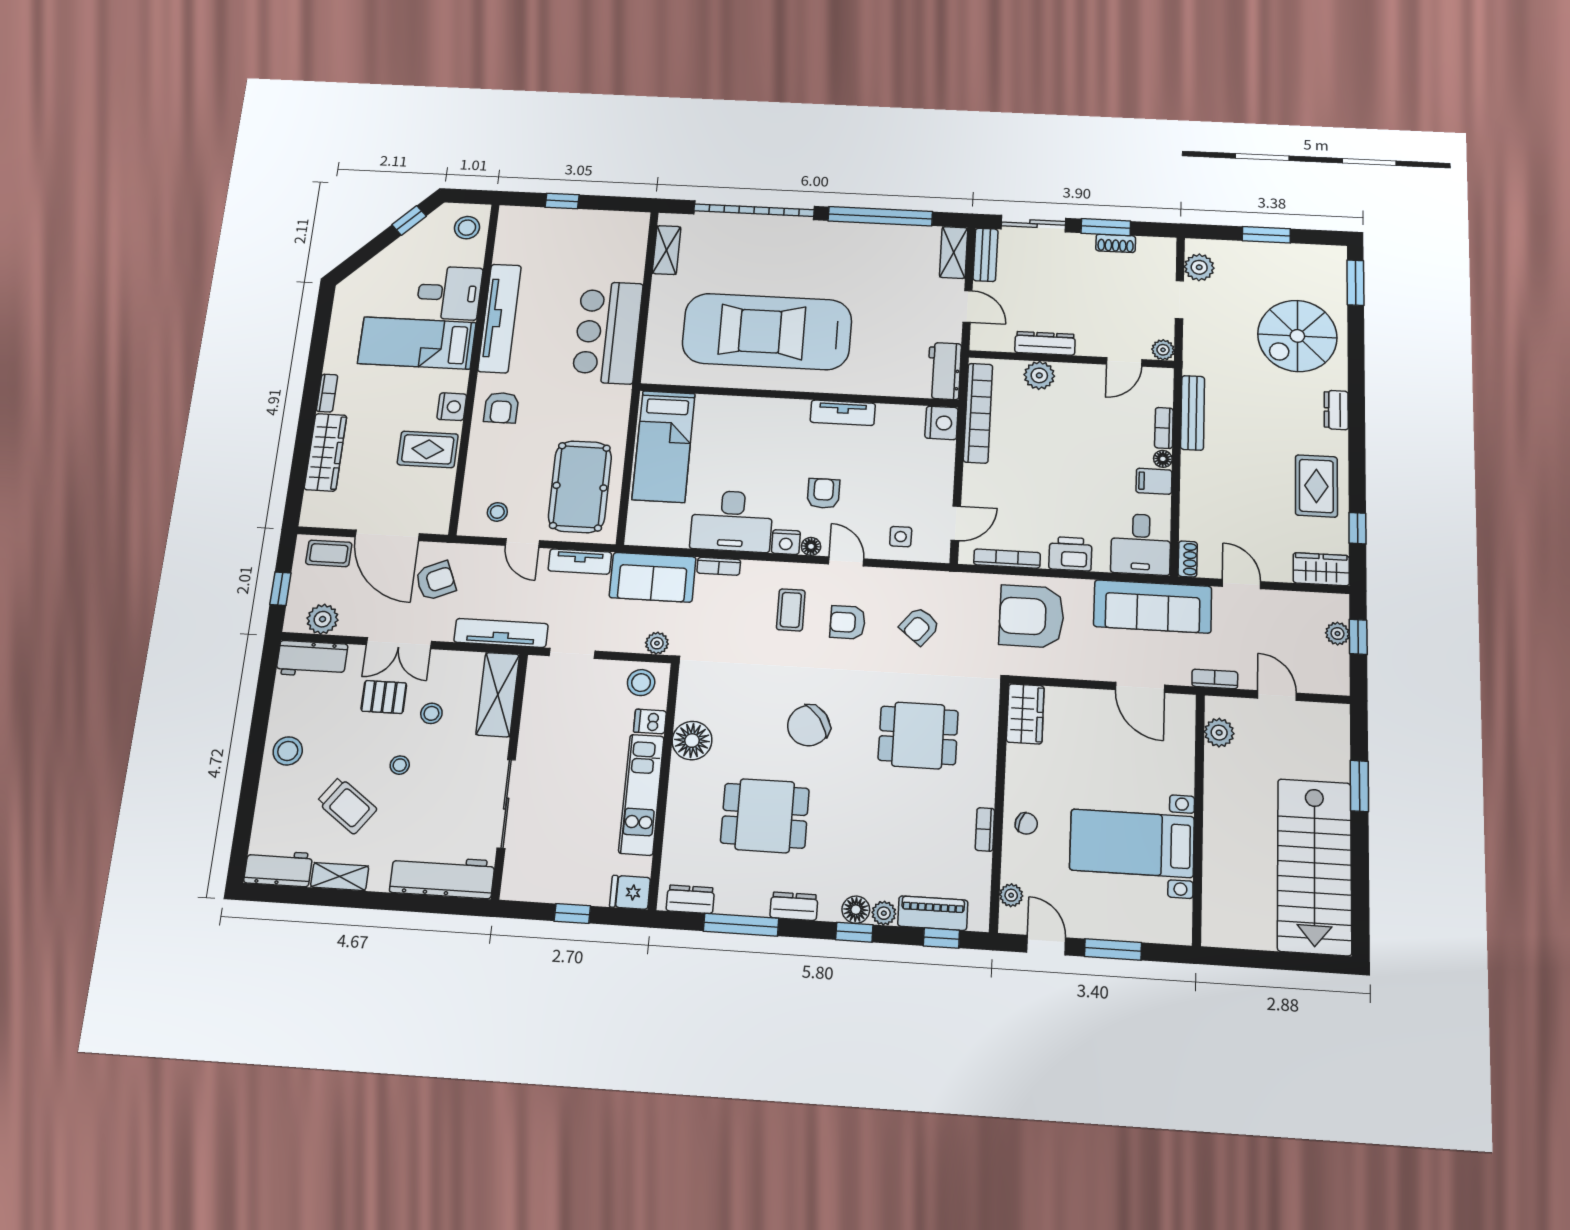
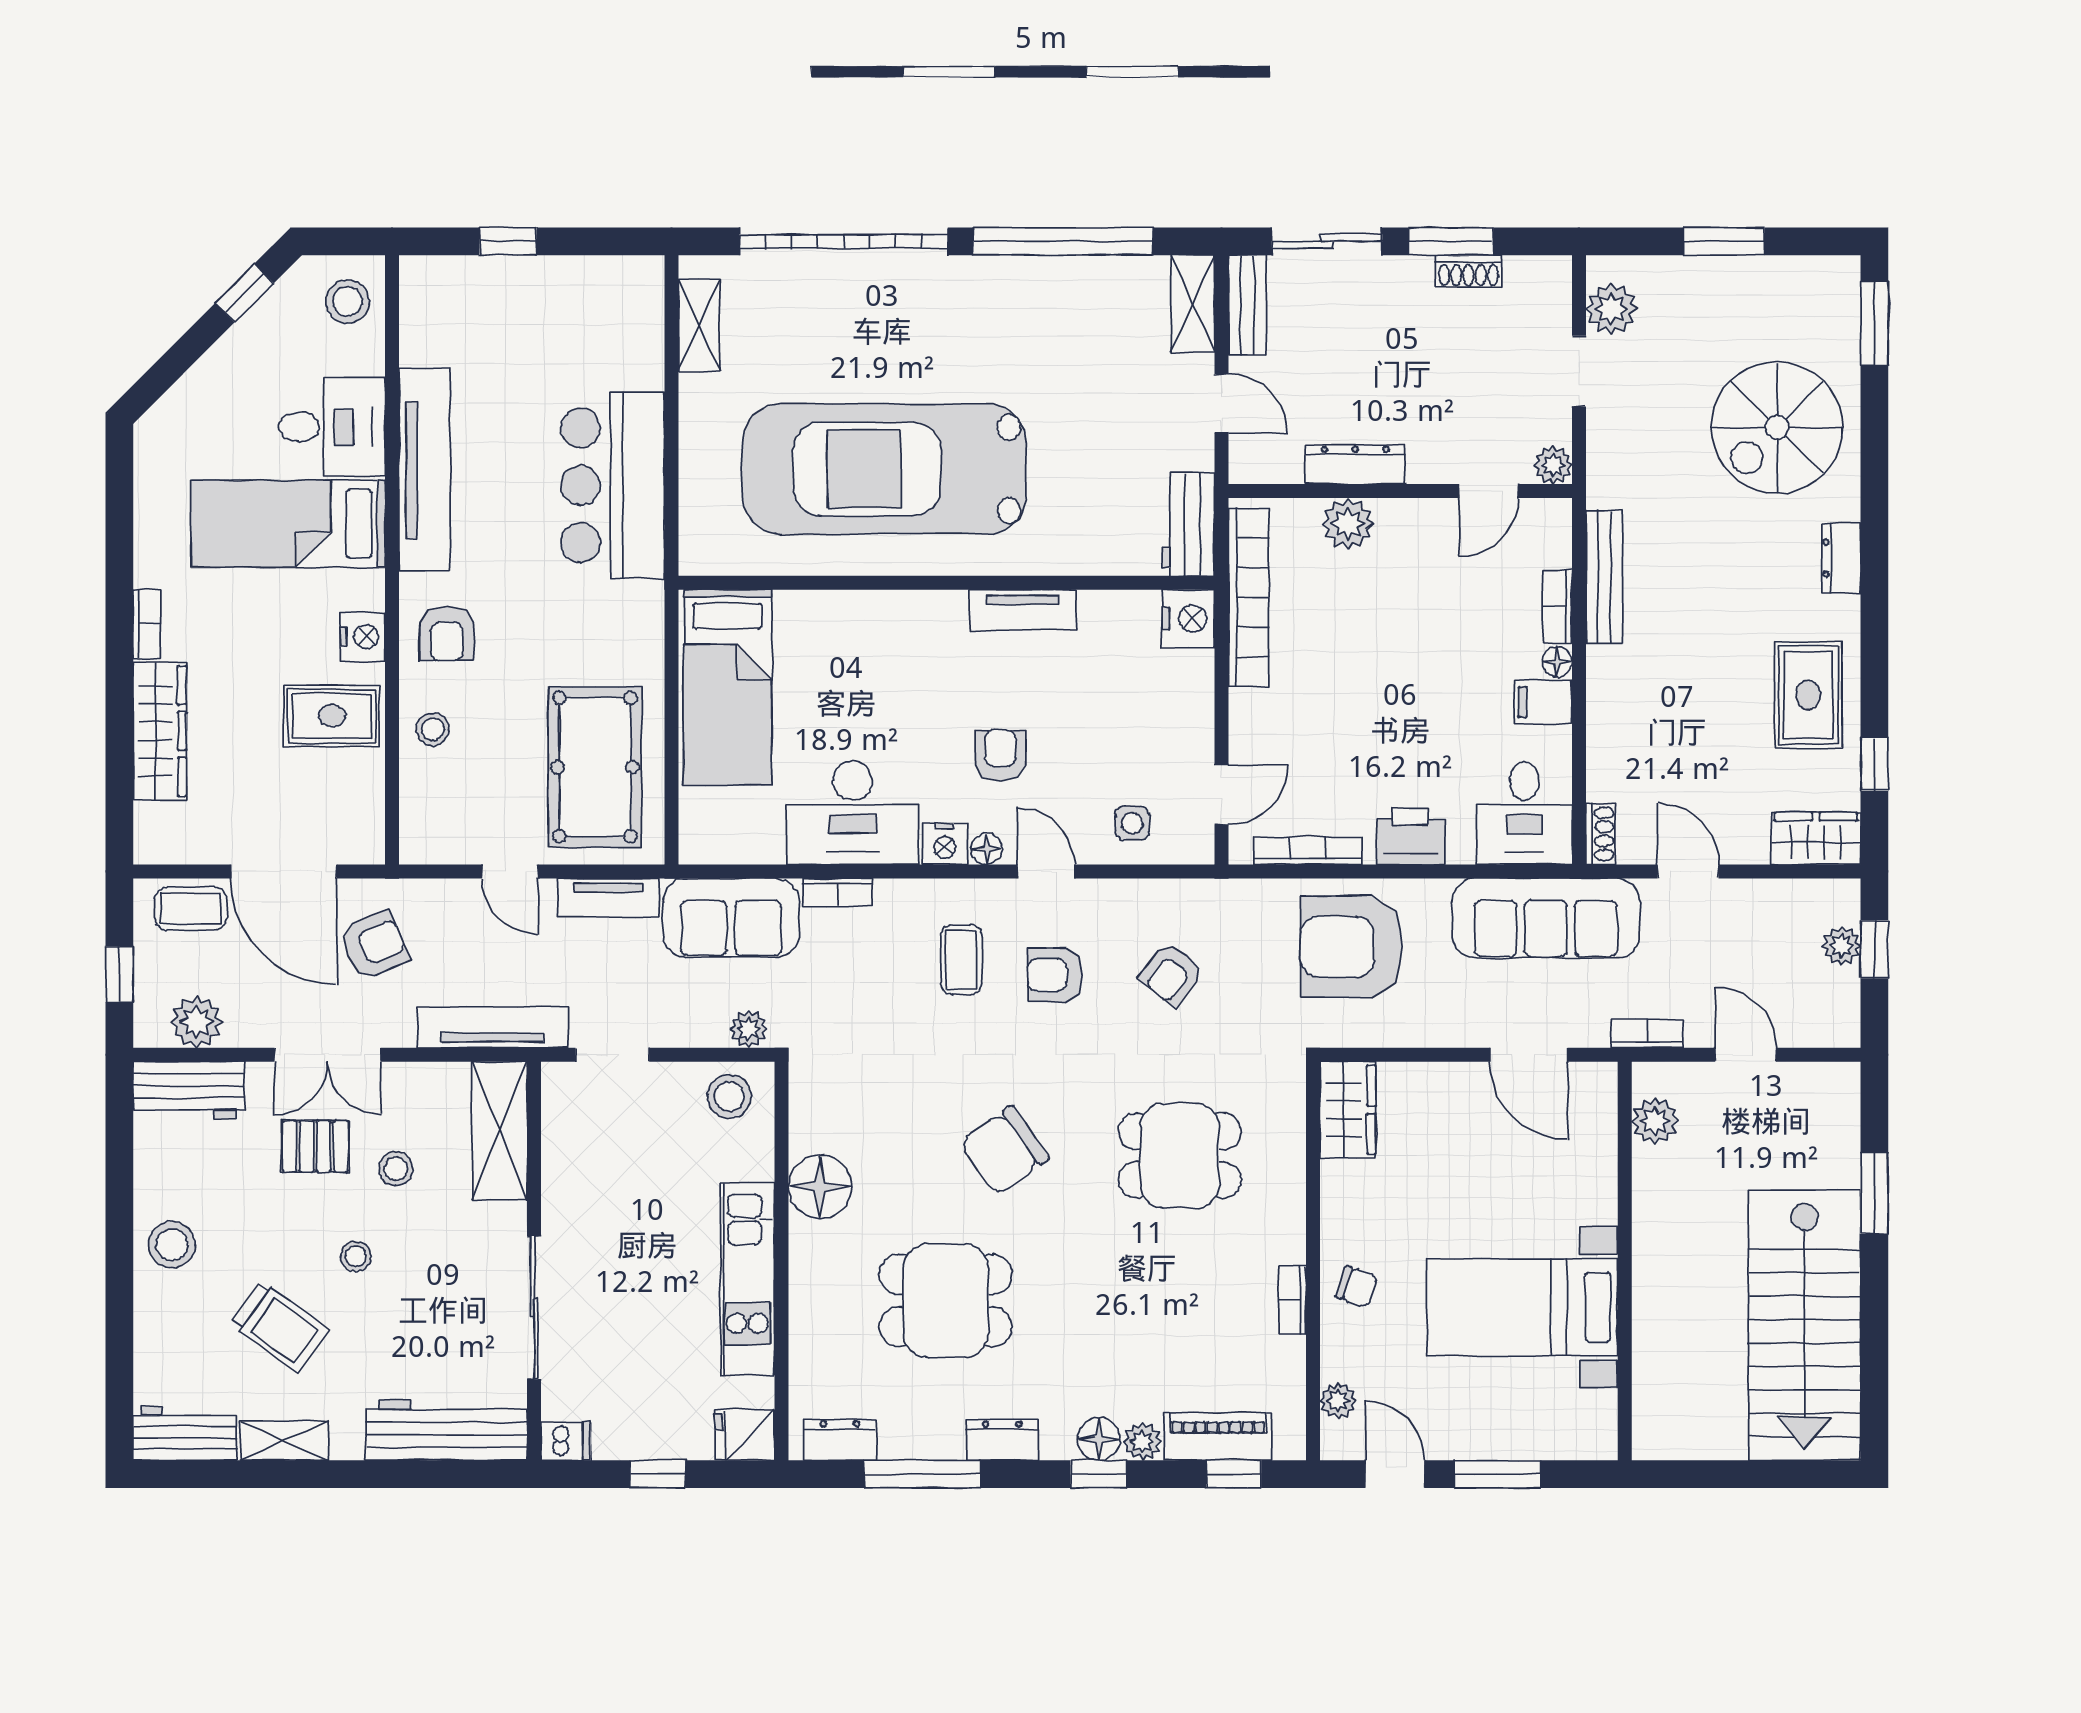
stool: (497, 512) -> (433, 729), moved
dishwasher: (650, 722) -> (566, 1441), moved, turned 180

